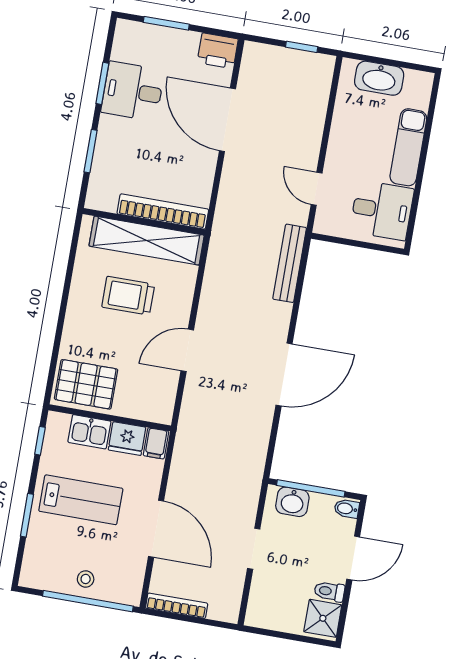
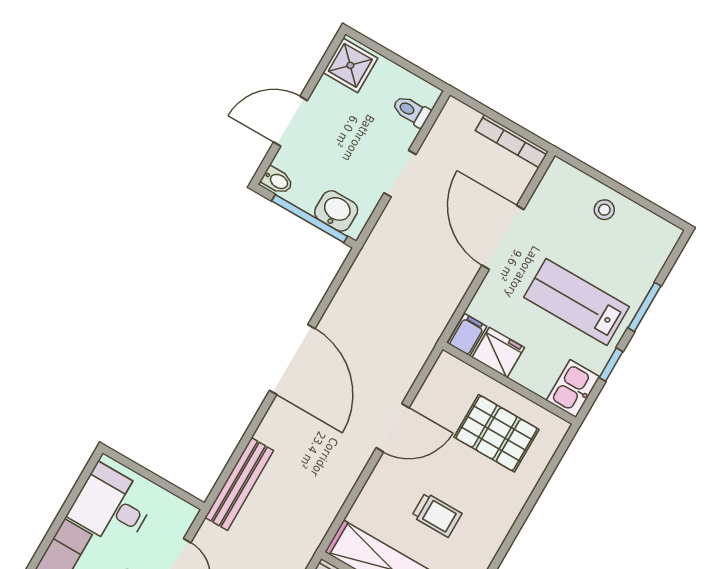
trolley: (128, 296) -> (437, 515), width x0.73, depth x0.72
door: (284, 375) -> (292, 359), swing flipped
pallet: (86, 384) -> (496, 433), moved
kitchen sink: (89, 432) -> (573, 389), moved, turned -90
window: (40, 441) -> (611, 365), moved
toilet: (329, 591) -> (411, 111), moved, turned 180
window: (88, 601) -> (611, 183), removed

